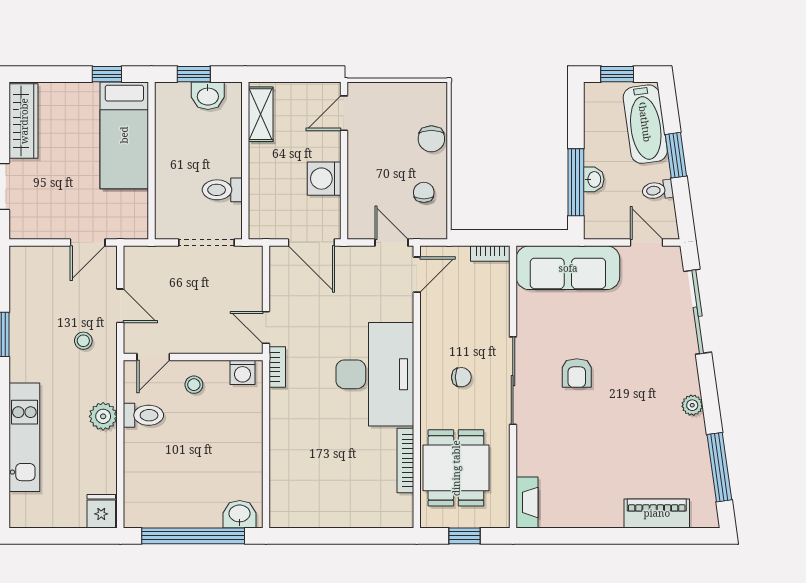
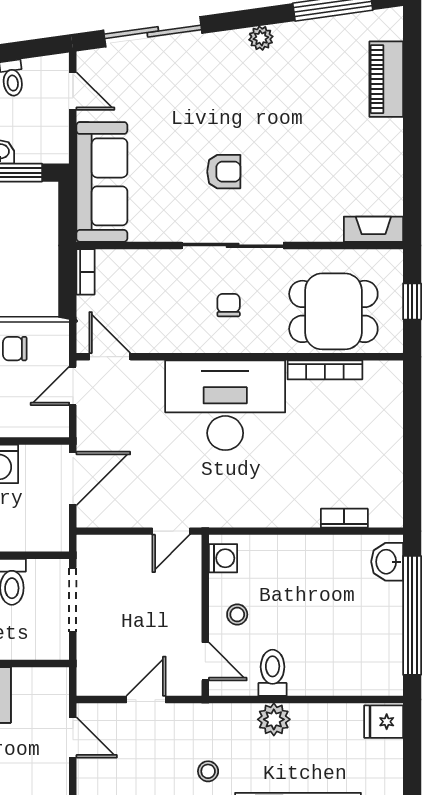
door: (646, 243) -> (73, 91), swing flipped
stool: (83, 341) -> (208, 771), moved
bookcase: (277, 367) -> (344, 518), moved

